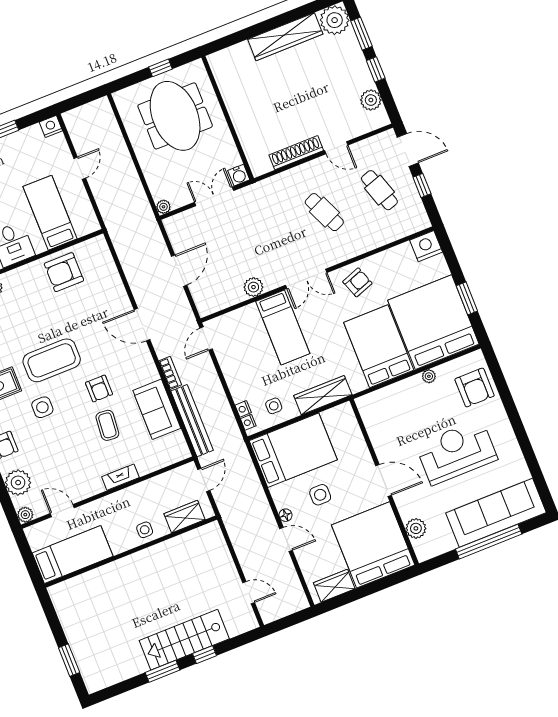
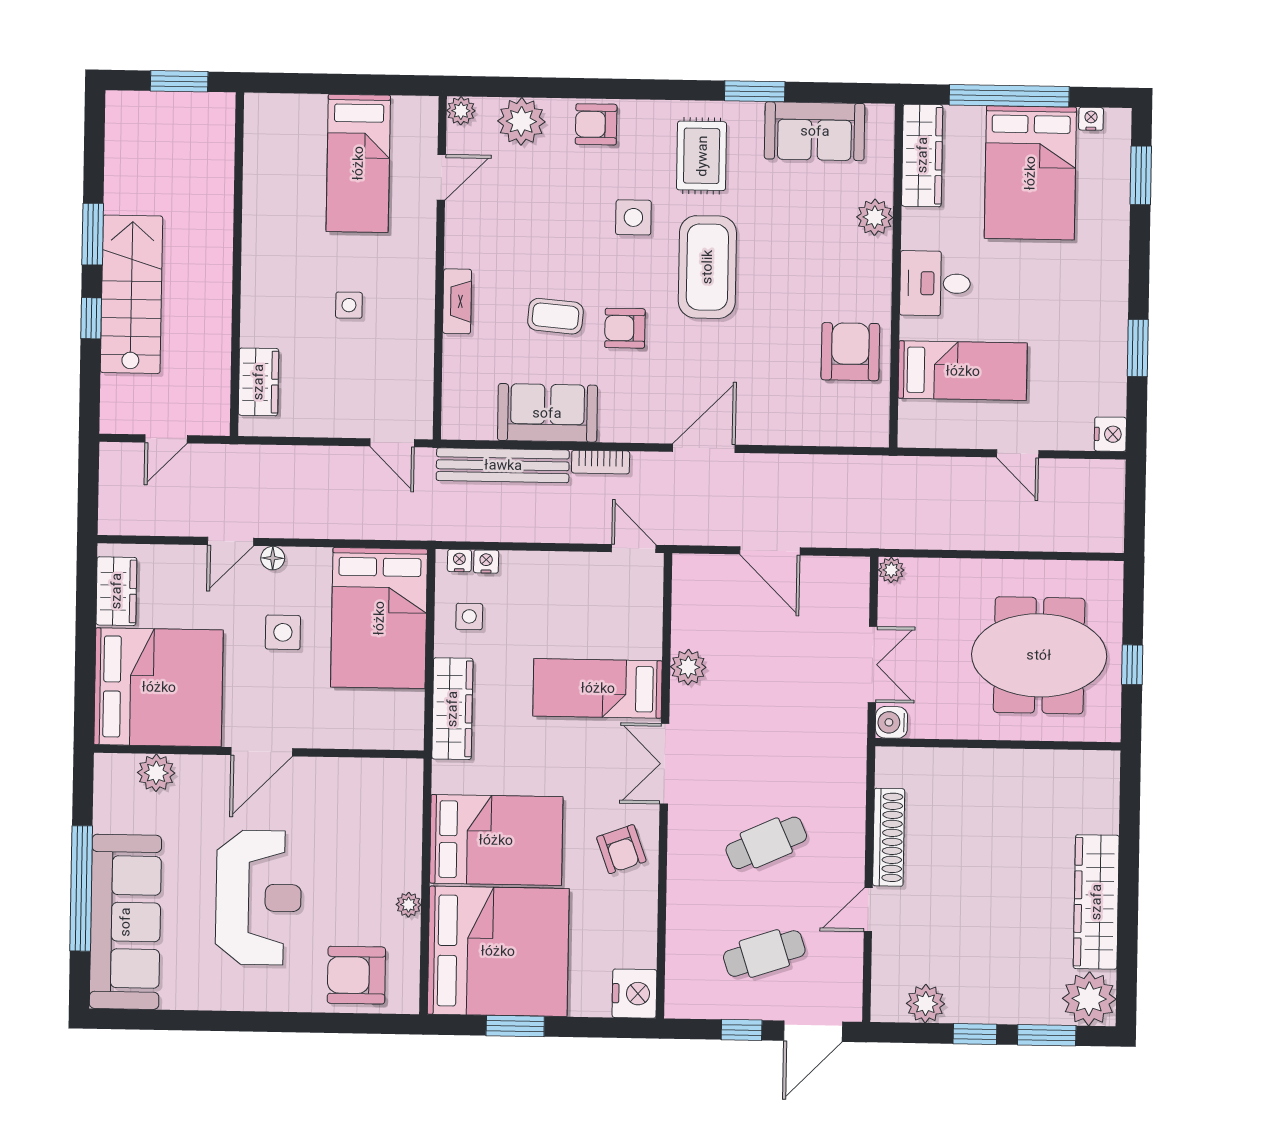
wardrobe: (185, 517) -> (258, 382), moved
wall: (131, 552) -> (237, 264), moved

